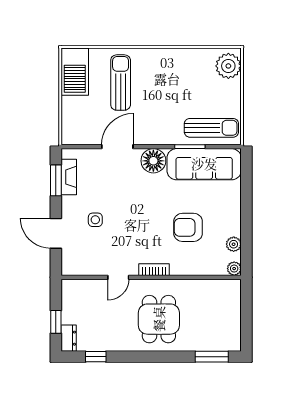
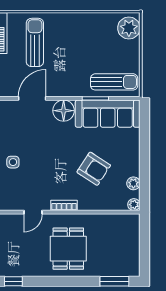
armchair: (188, 227) -> (94, 169), turned -147

